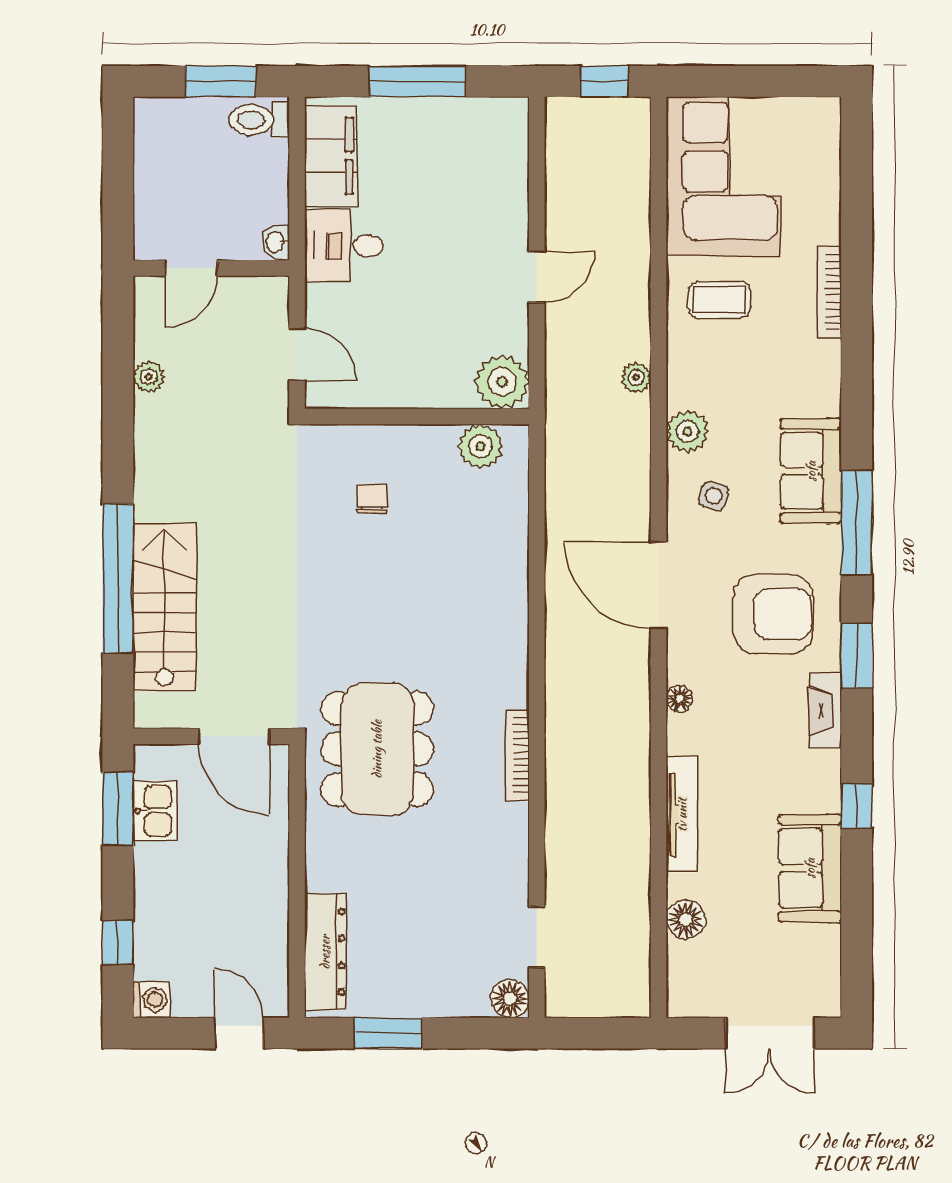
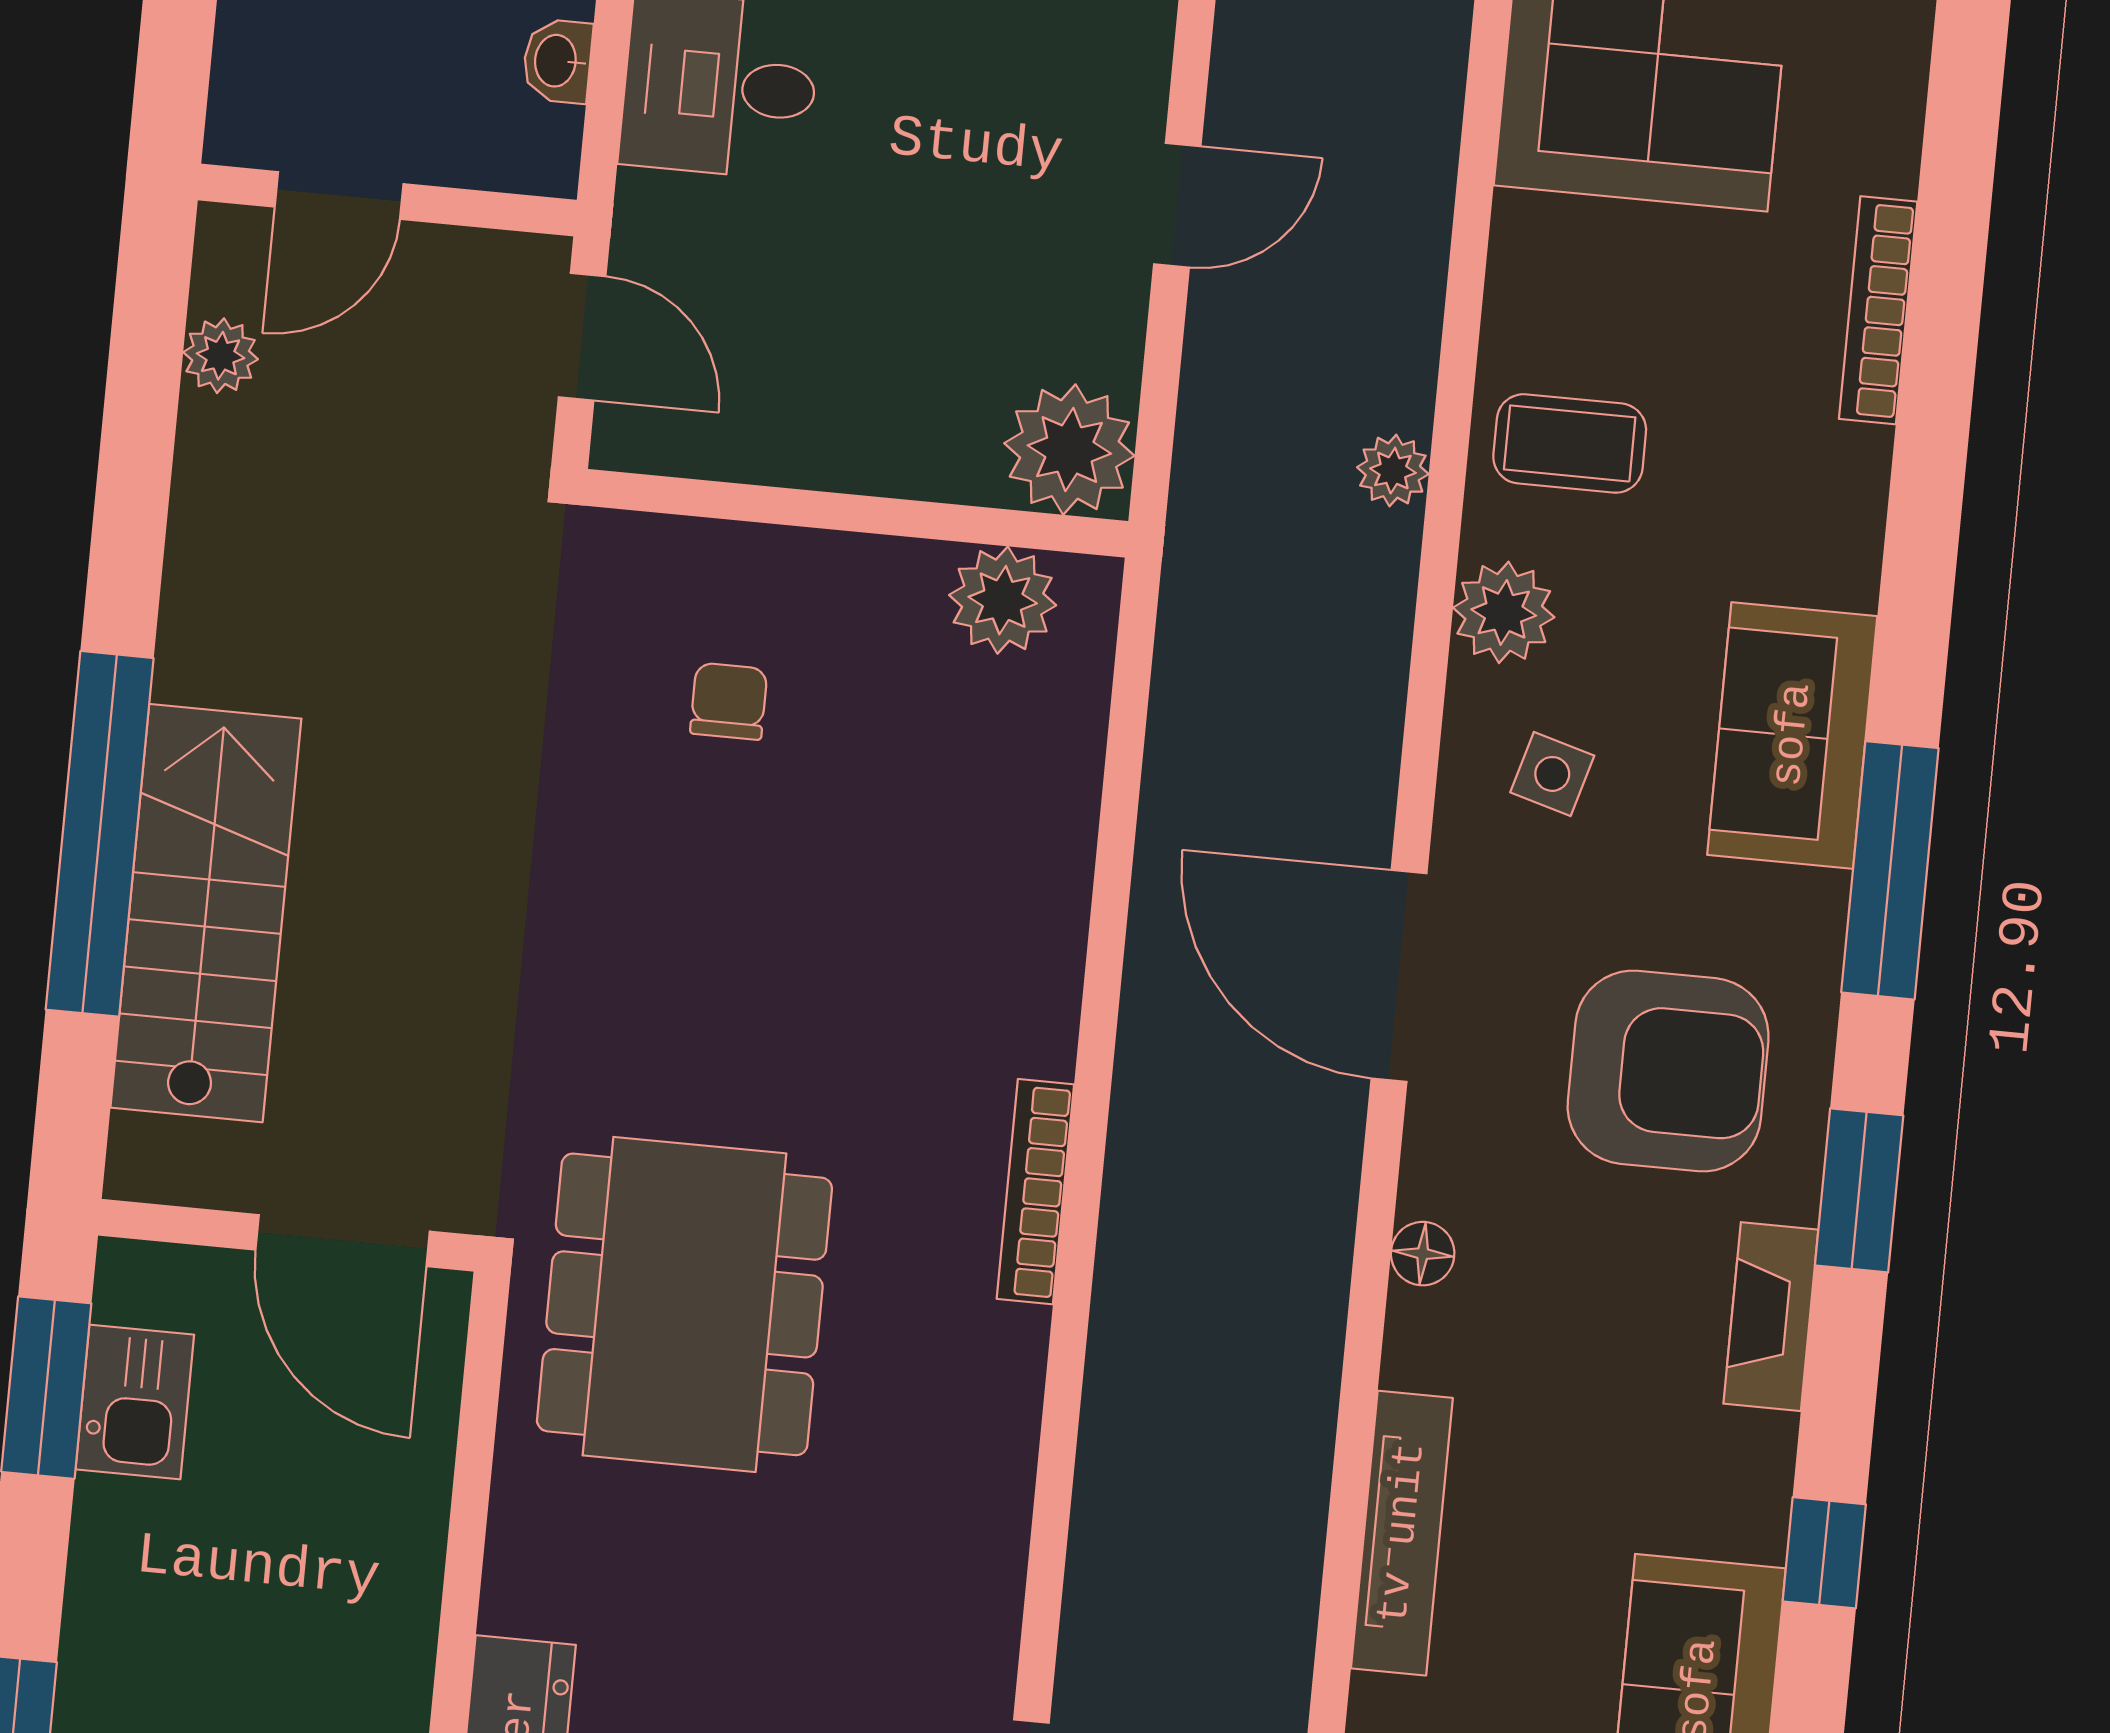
door: (191, 268) -> (339, 195), moved
wall: (211, 268) -> (387, 200), moved
coffee table: (719, 300) -> (1570, 443), moved
bookcase: (517, 755) -> (1035, 1192), moved

